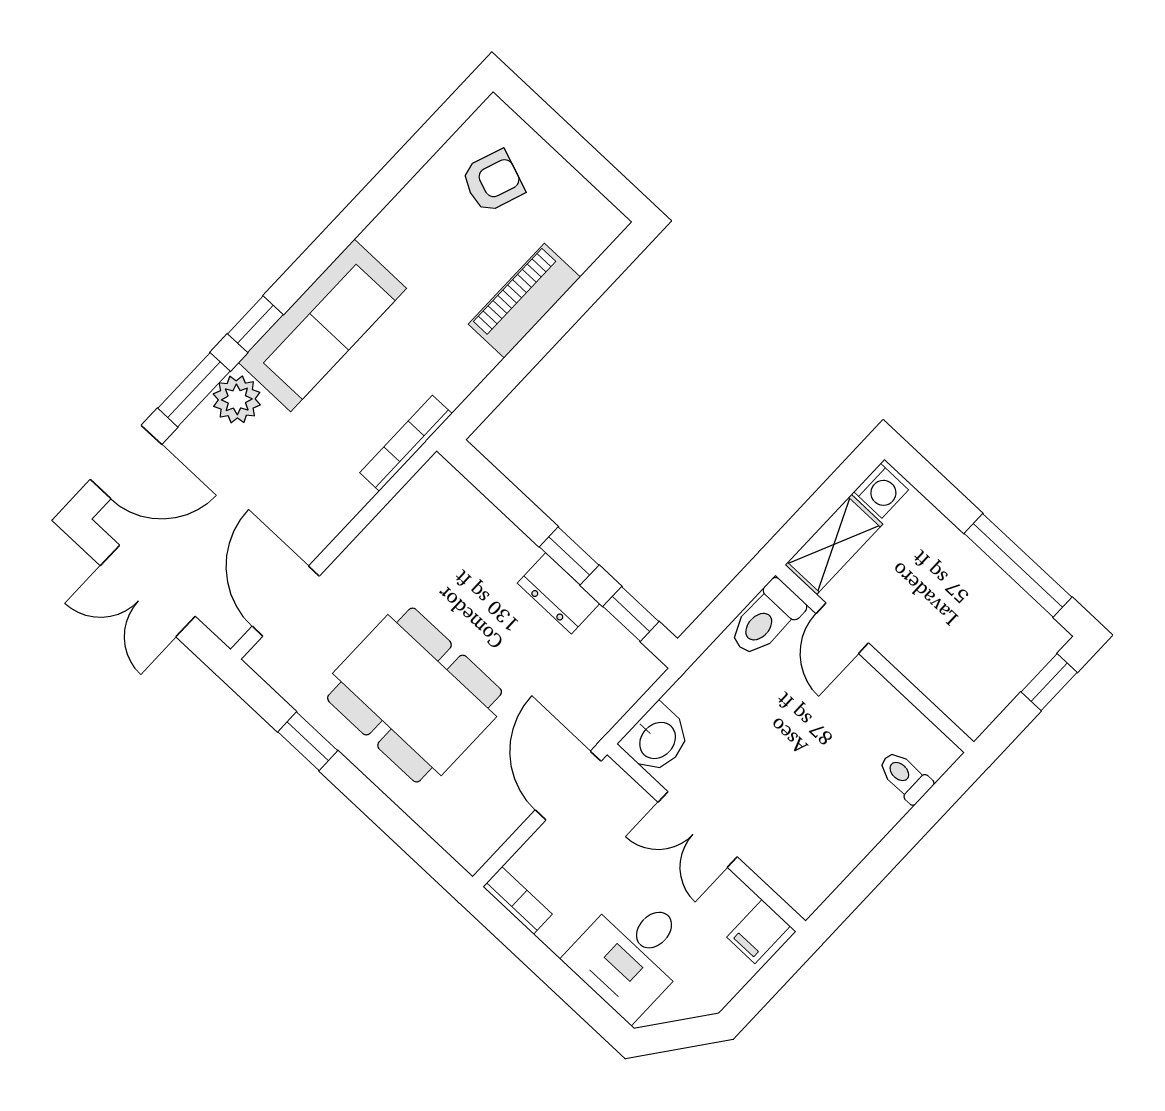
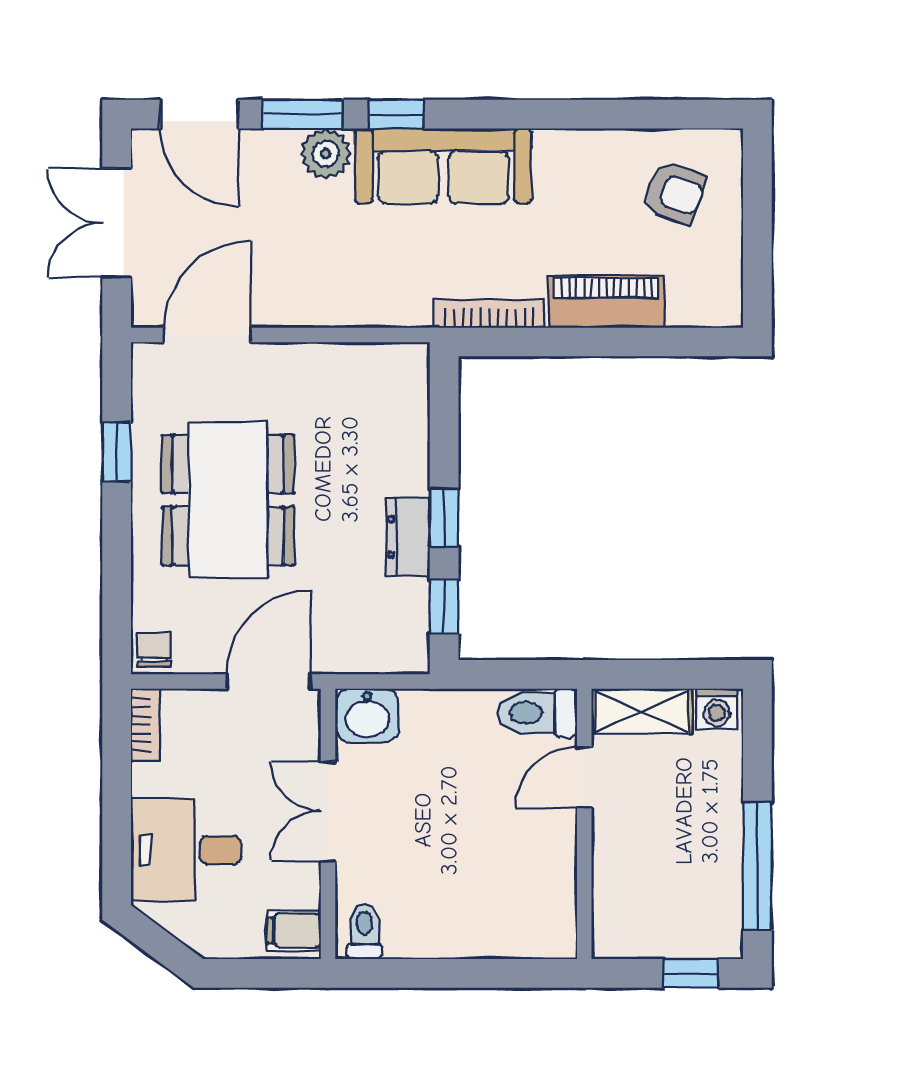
bookcase: (406, 443) -> (489, 314), moved
toilet: (905, 777) -> (364, 931), moved
chair: (470, 845) -> (154, 649), added

